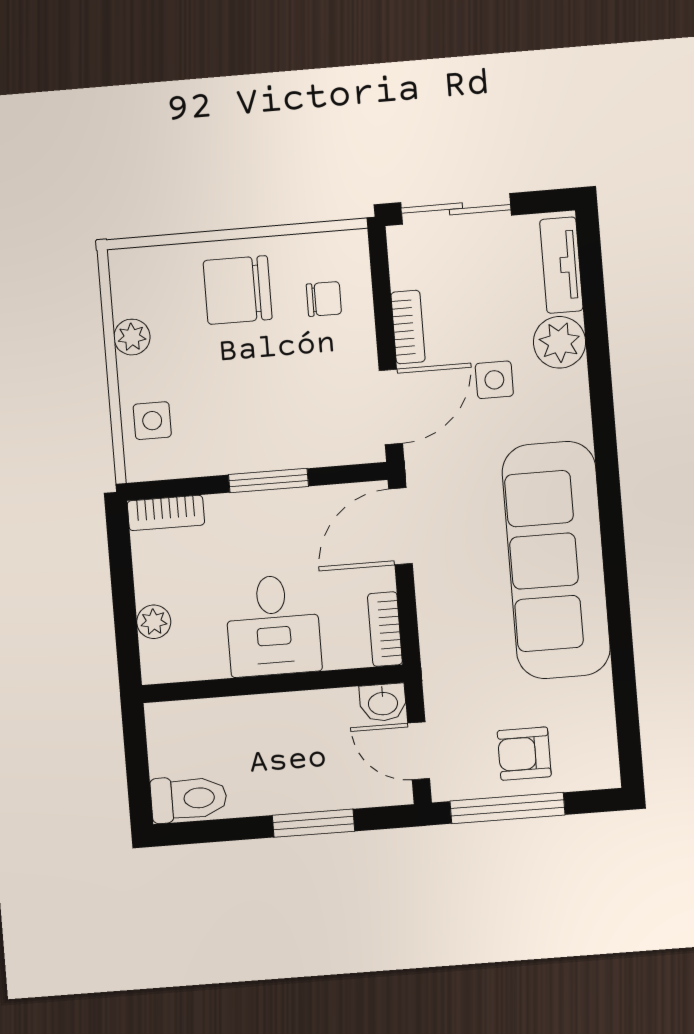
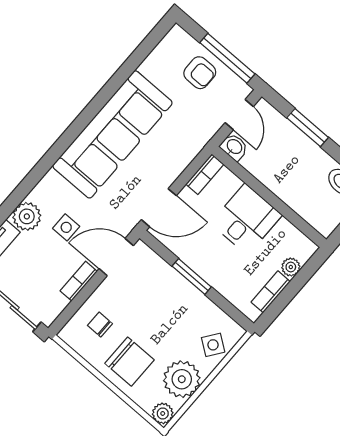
plant: (127, 267) -> (163, 413), added
plant: (132, 337) -> (182, 379), width x1.87, depth x1.87
side table: (152, 421) -> (213, 345), turned 36
bookcase: (166, 513) -> (271, 292), moved, turned -90

